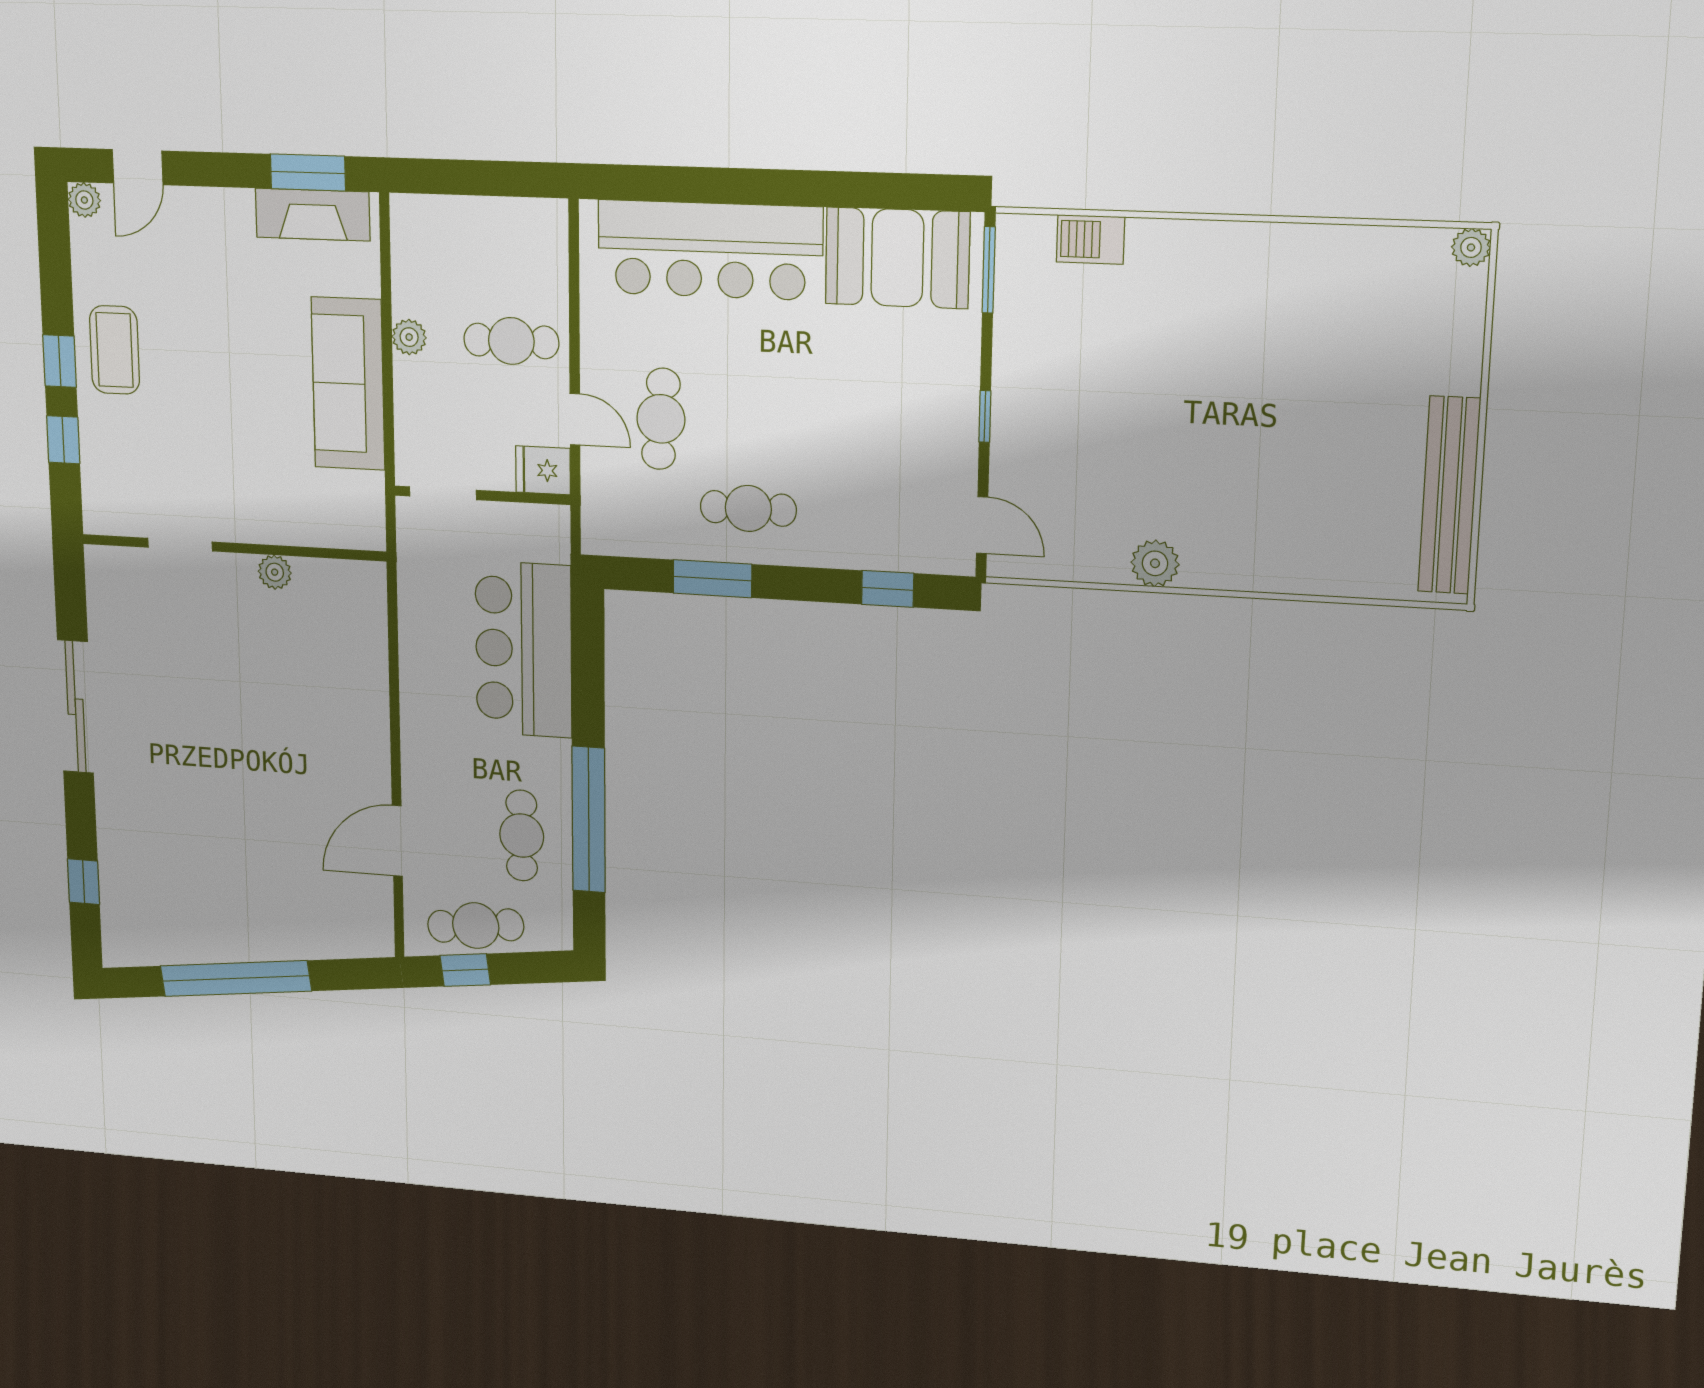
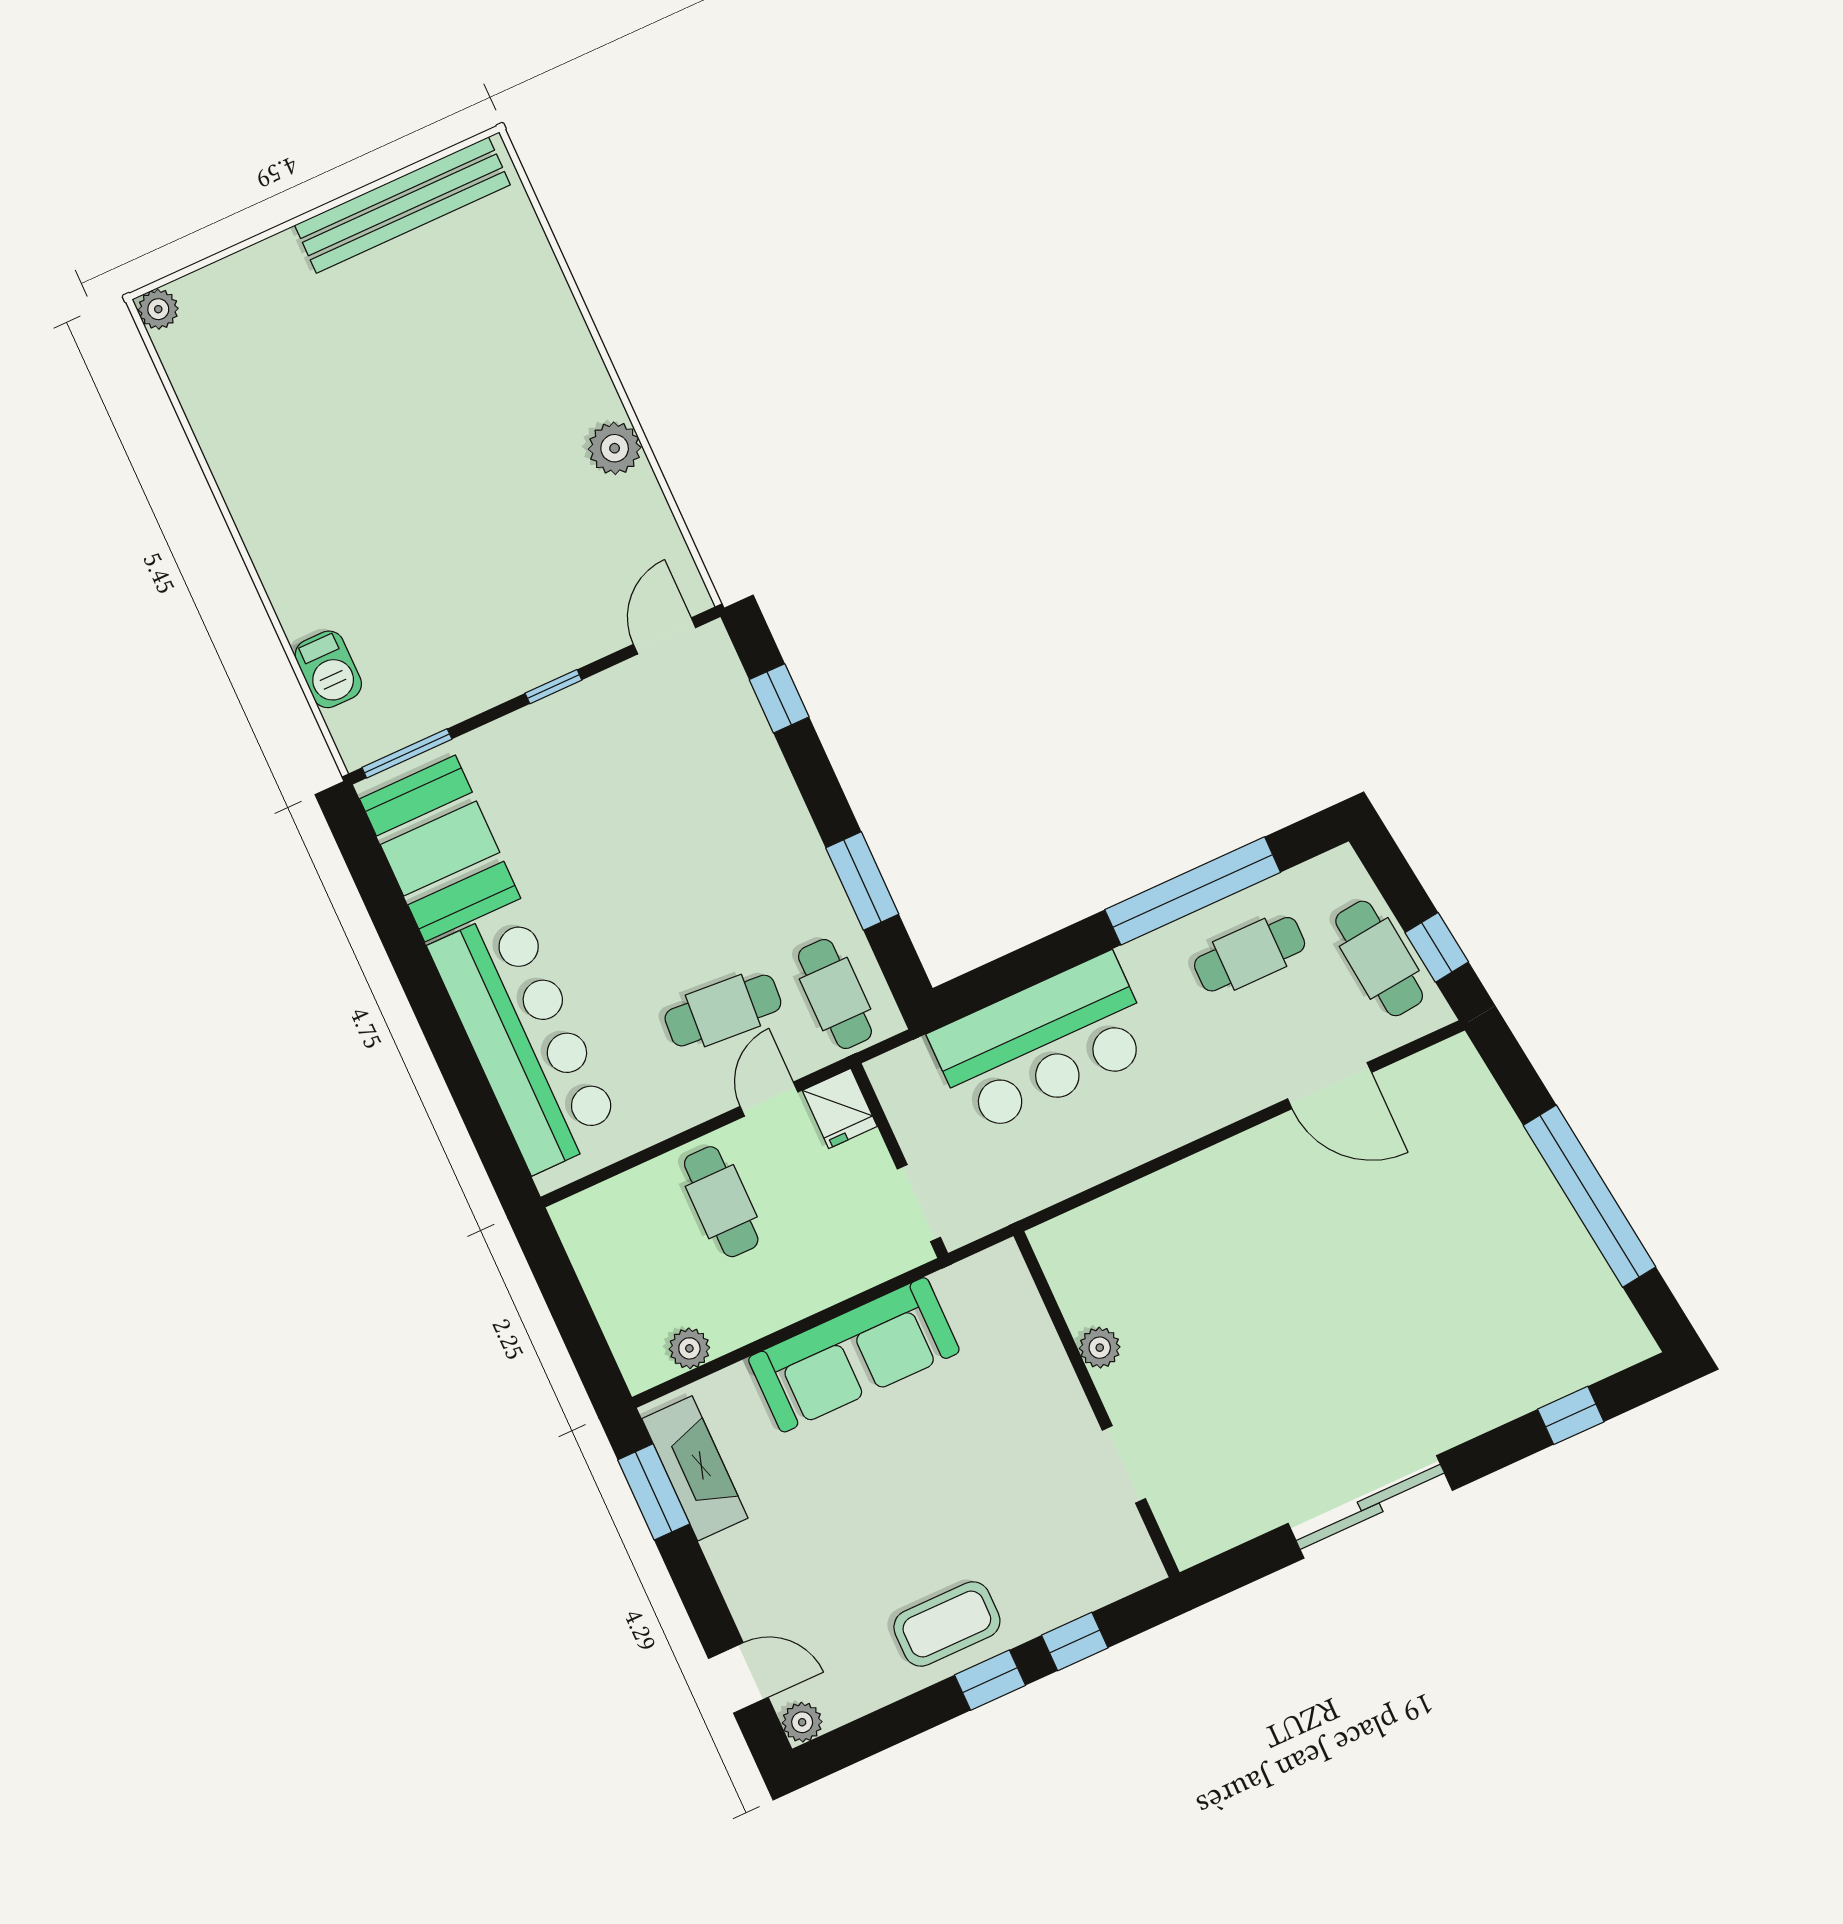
plant: (409, 337) -> (689, 1348), moved
cafe table: (748, 508) -> (835, 994), moved

